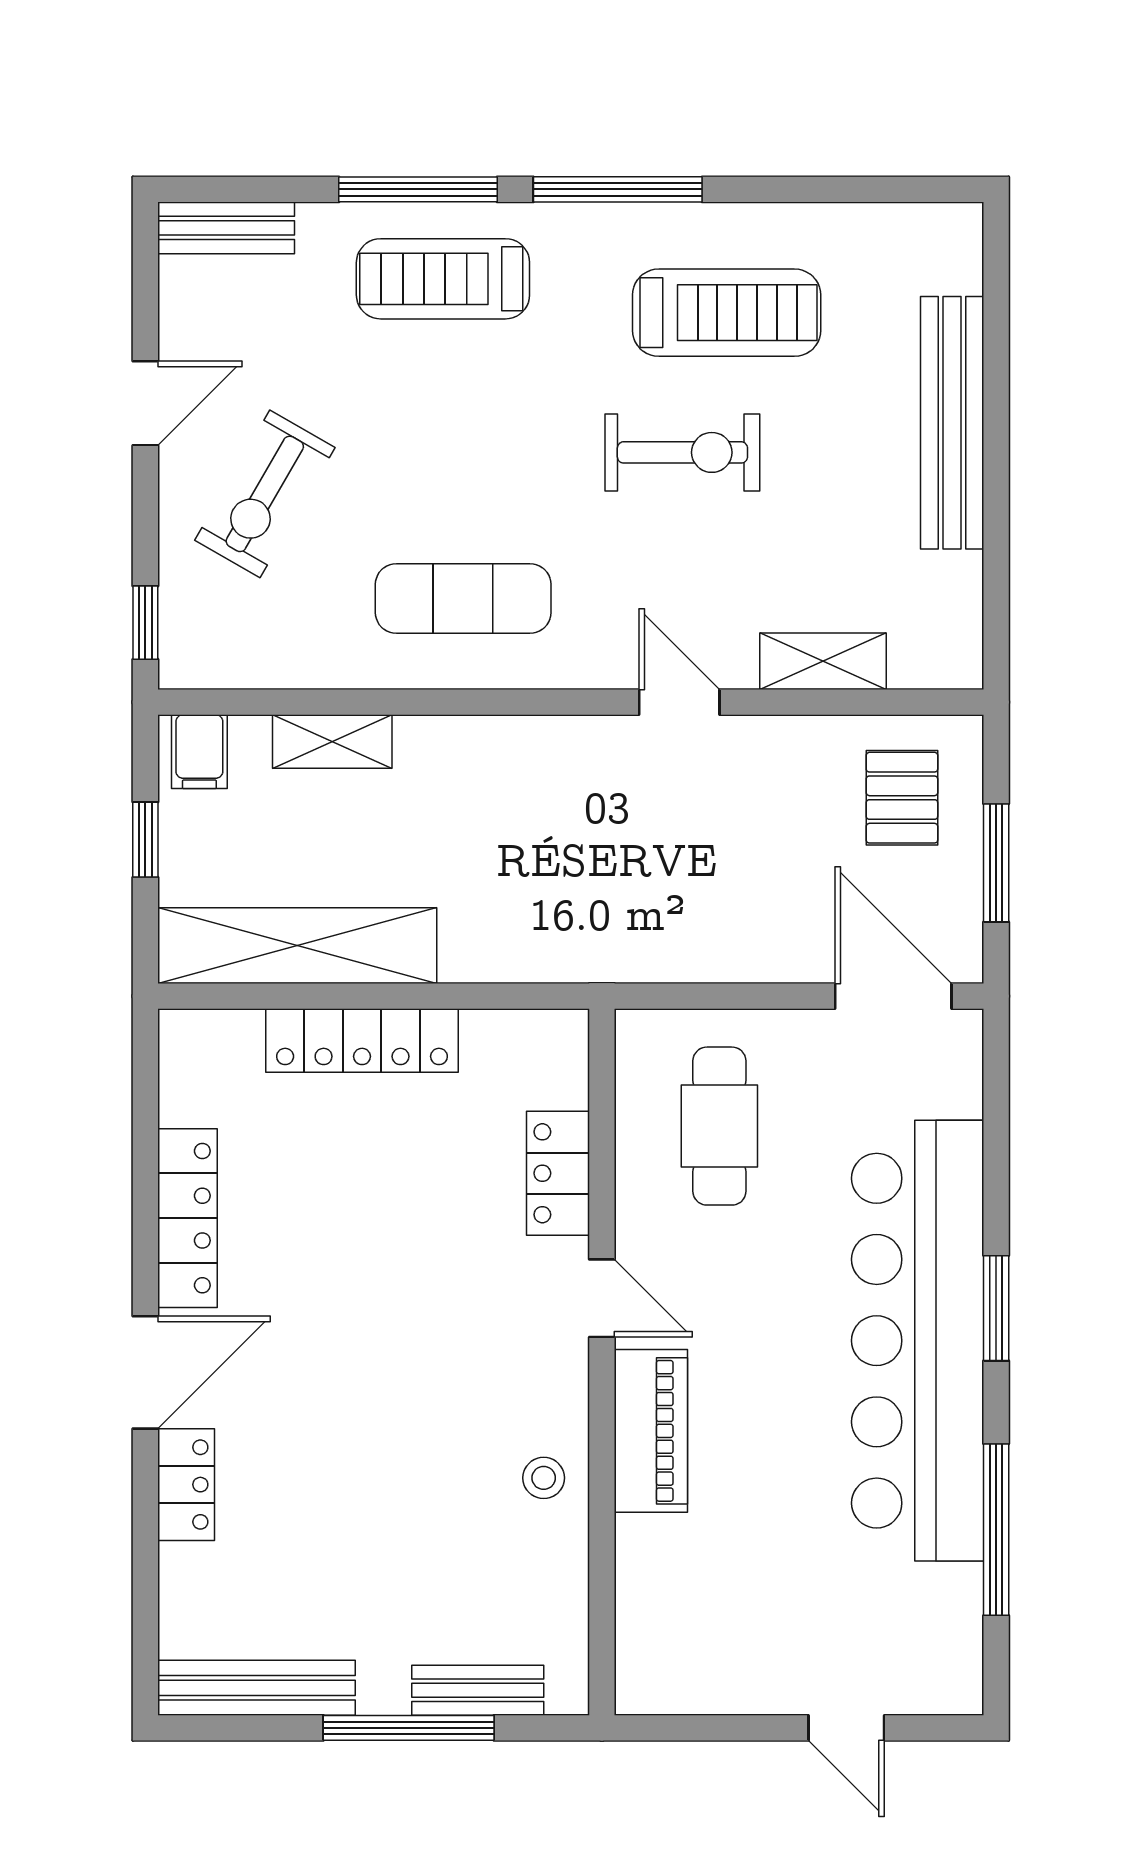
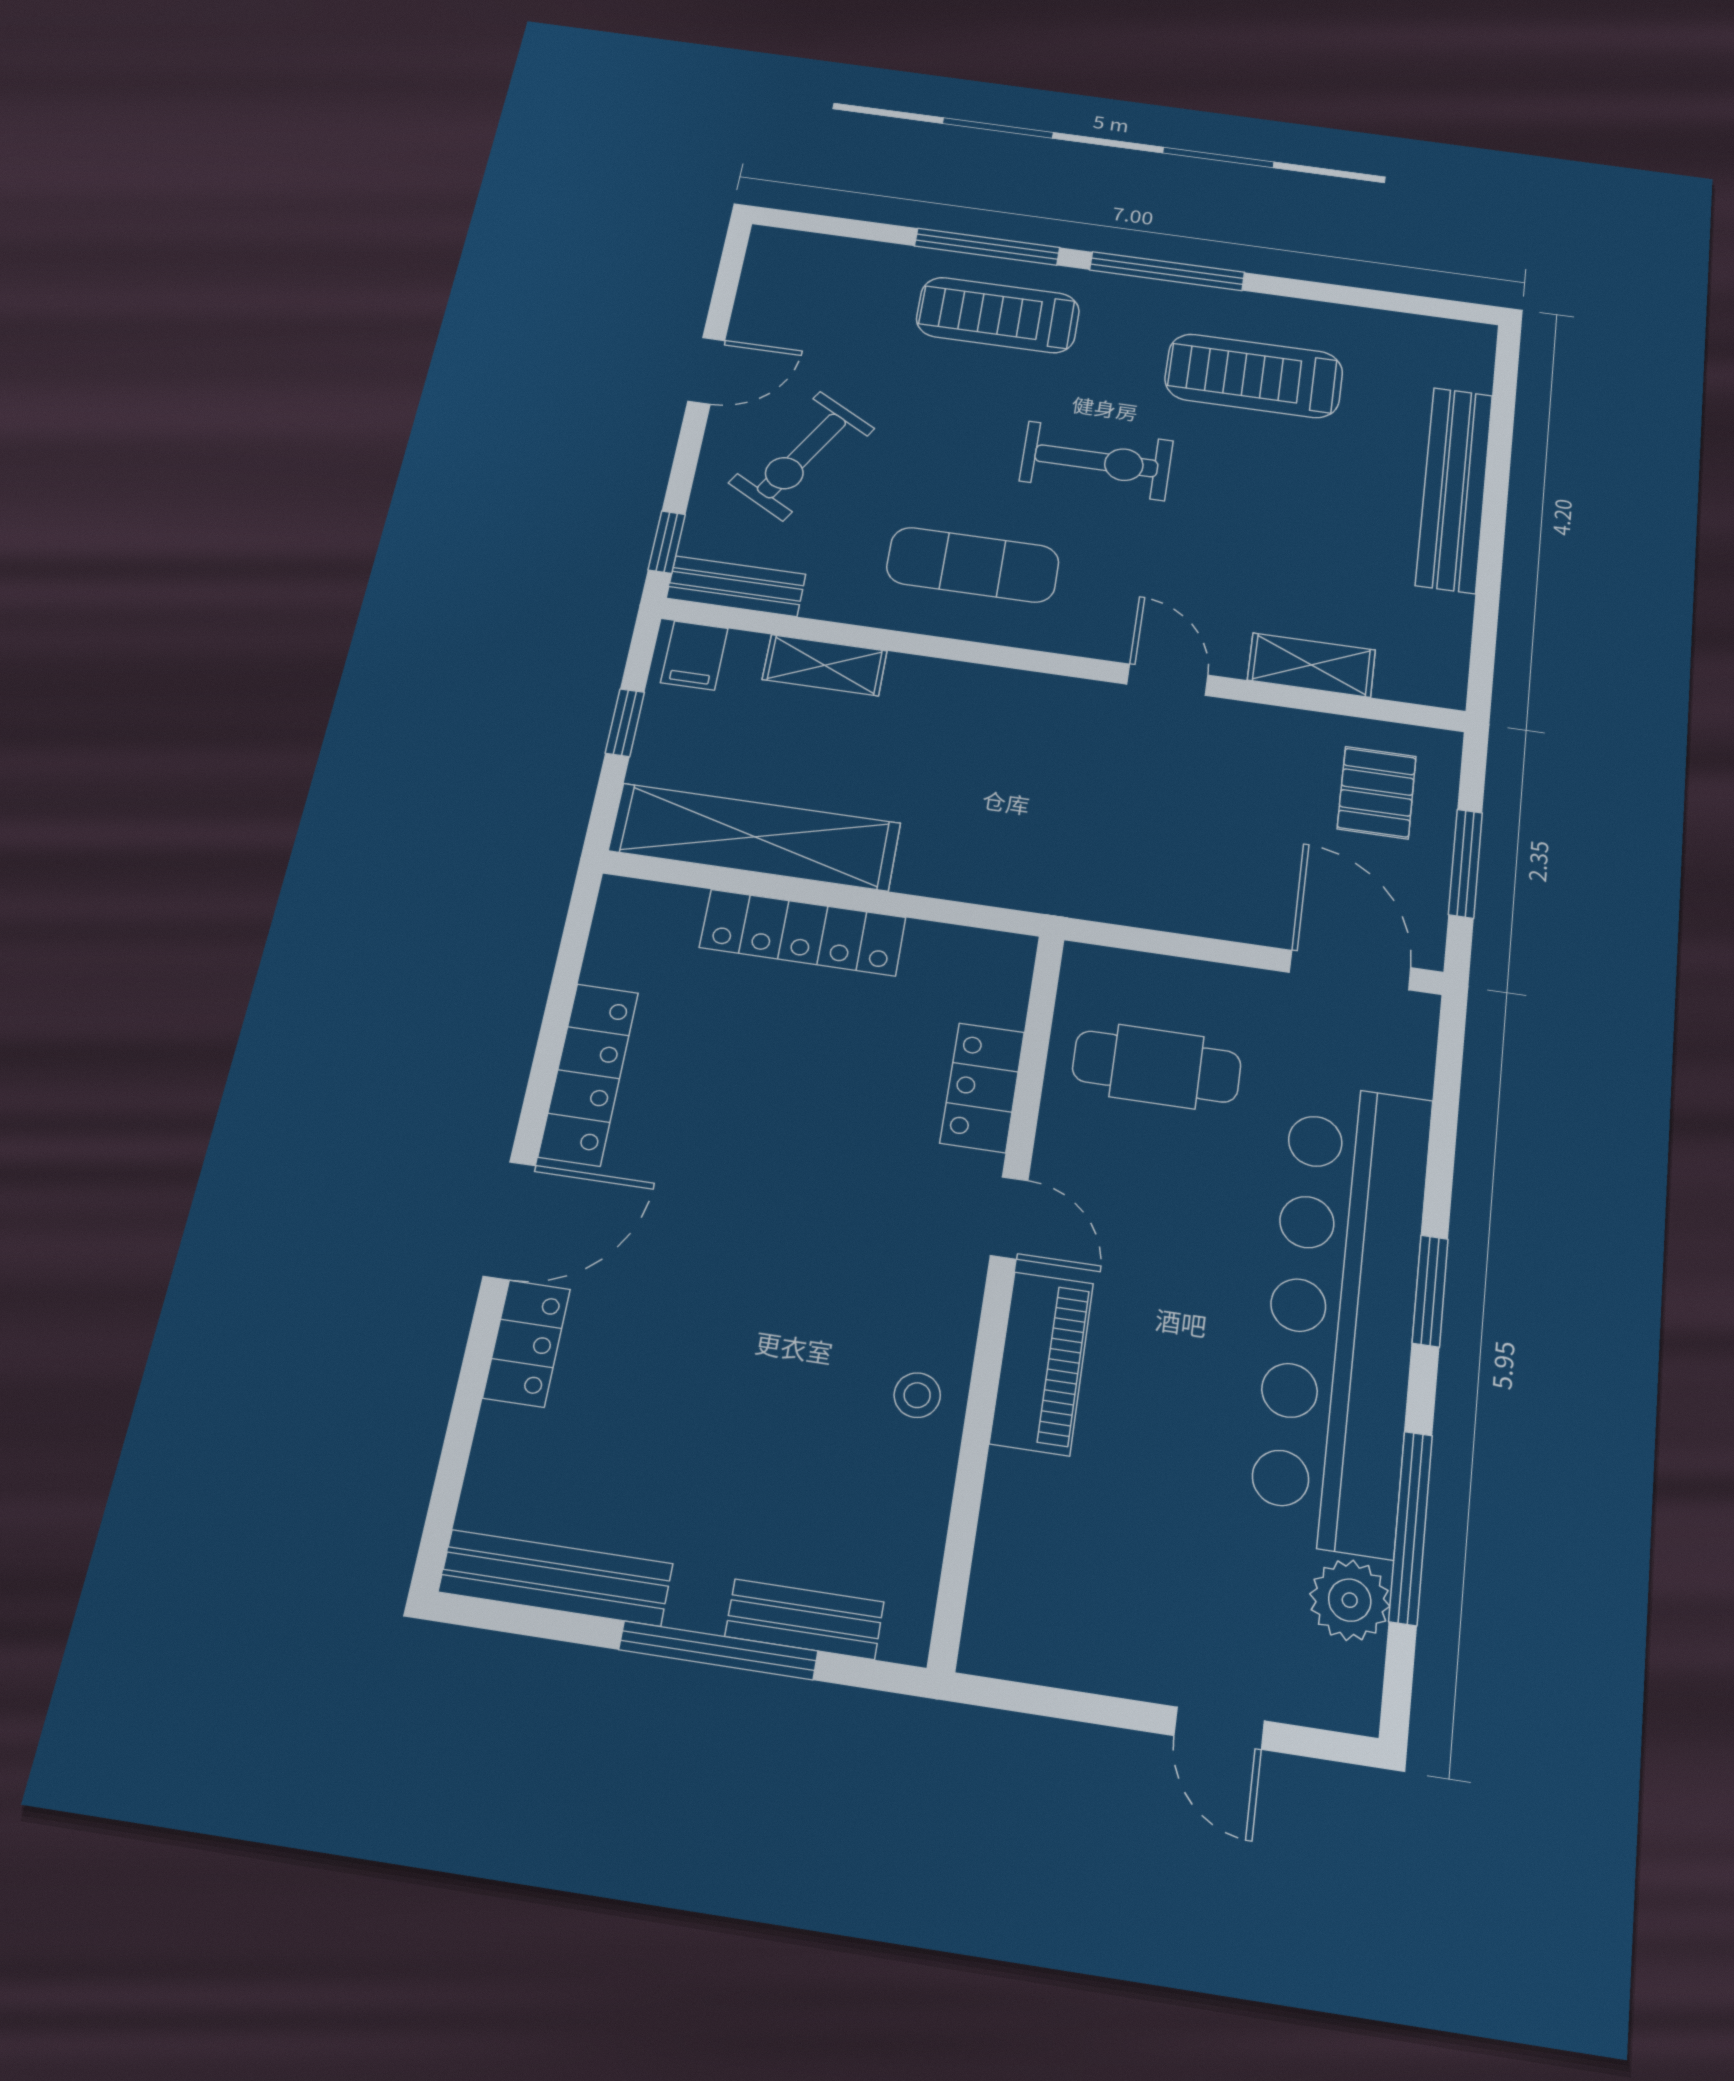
bench: (226, 228) -> (736, 586), moved
treadmill: (727, 313) -> (1254, 376), turned 180
exercise bike: (682, 452) -> (1096, 461), moved
cafe table: (719, 1126) -> (1157, 1067), turned 90
plant: (948, 1602) -> (1350, 1600), added

